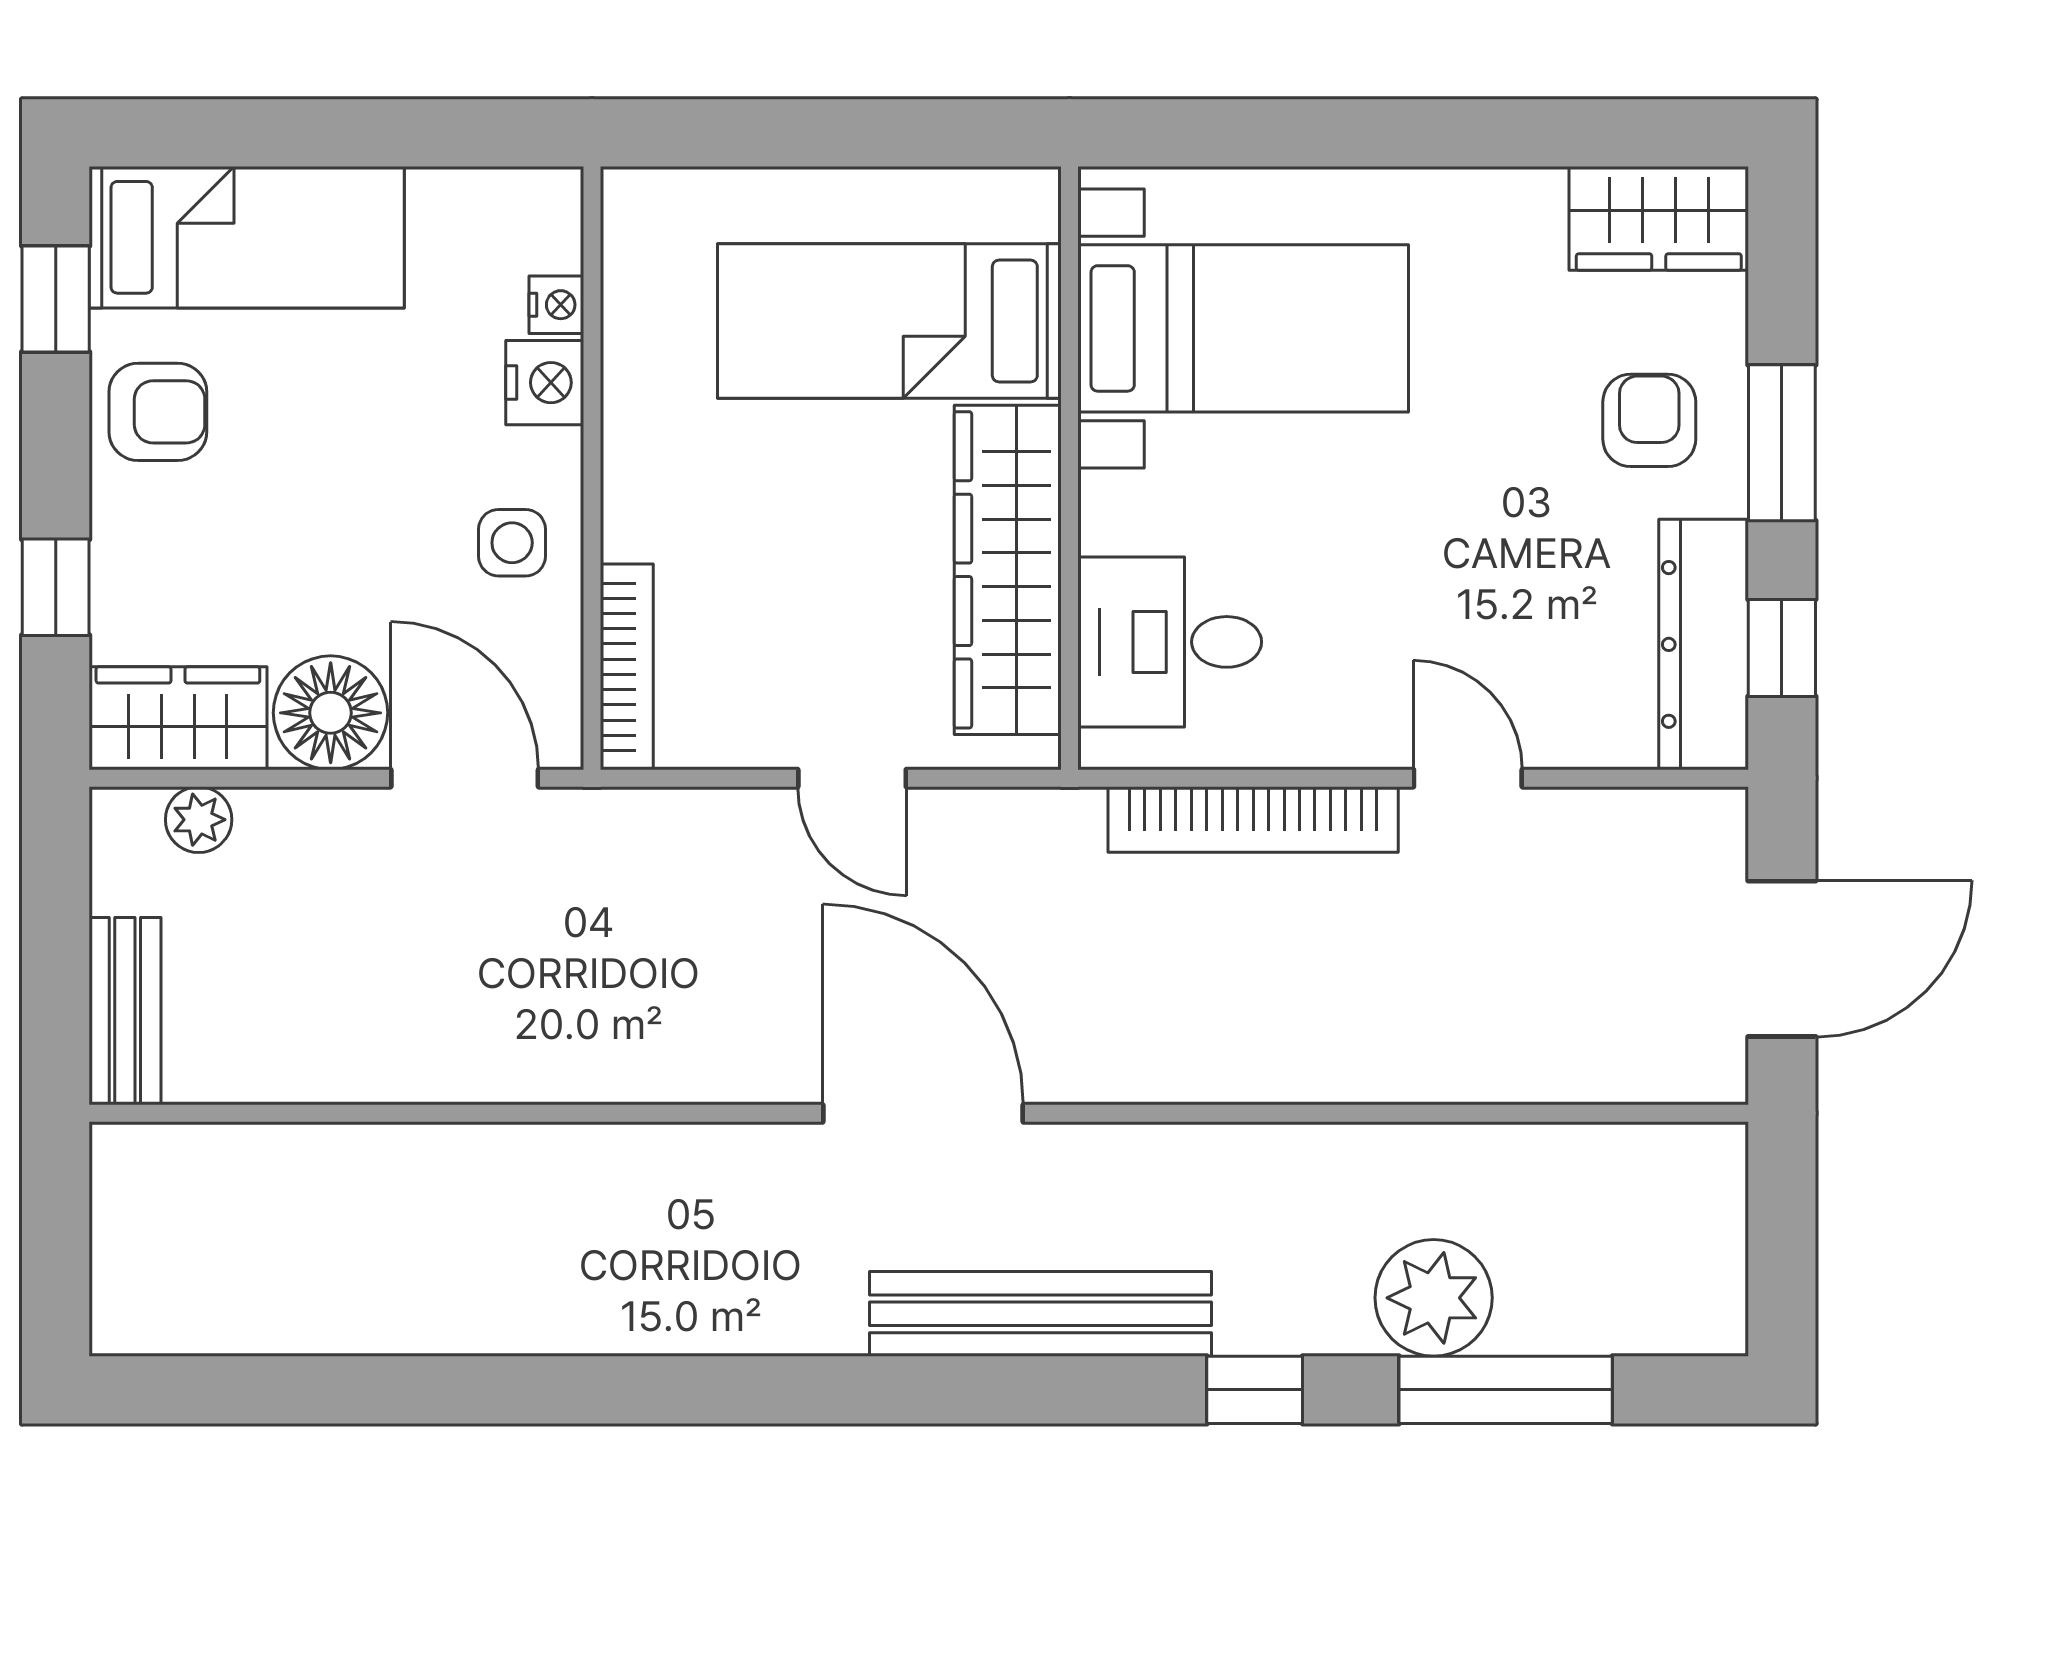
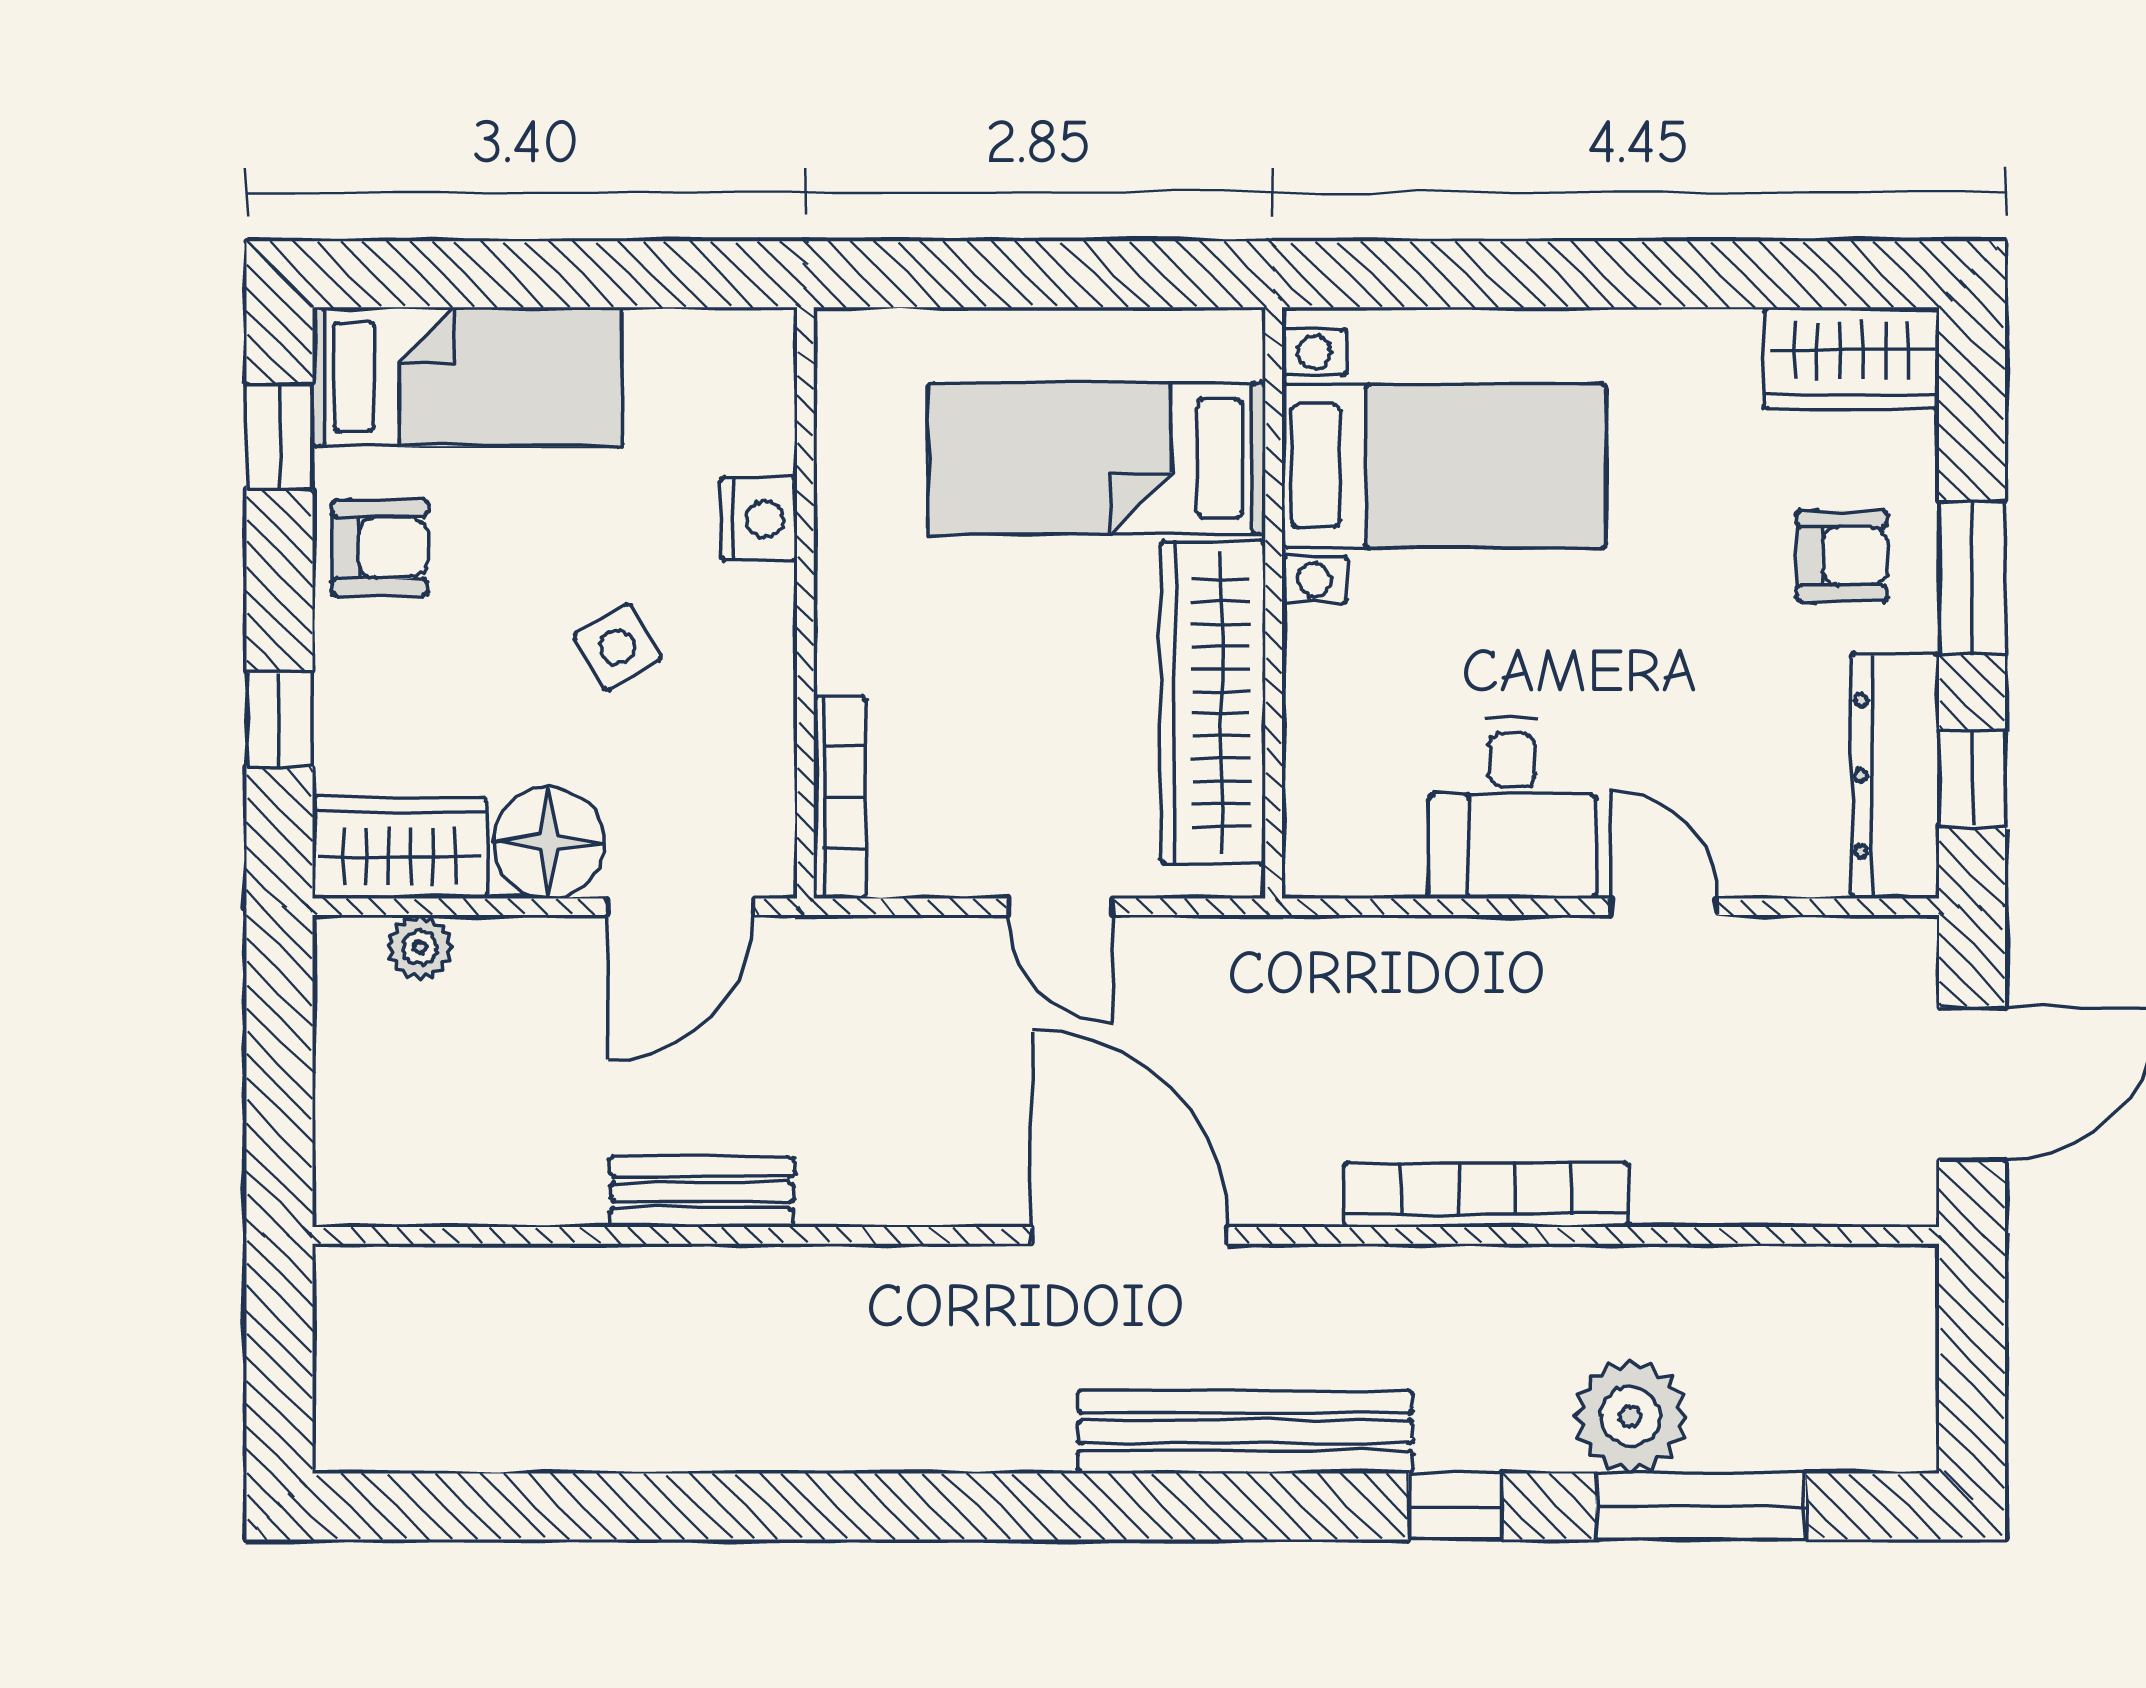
nightstand: (556, 305) -> (770, 443), removed
armchair: (1649, 420) -> (1842, 556), turned 90
side table: (512, 543) -> (618, 647), moved, turned -31
desk: (1170, 642) -> (1512, 809), moved, turned -90
door: (465, 778) -> (680, 907), swing flipped
bookcase: (1253, 819) -> (1487, 1195), moved, turned 180
bench: (125, 1011) -> (702, 1192), moved, turned 90

